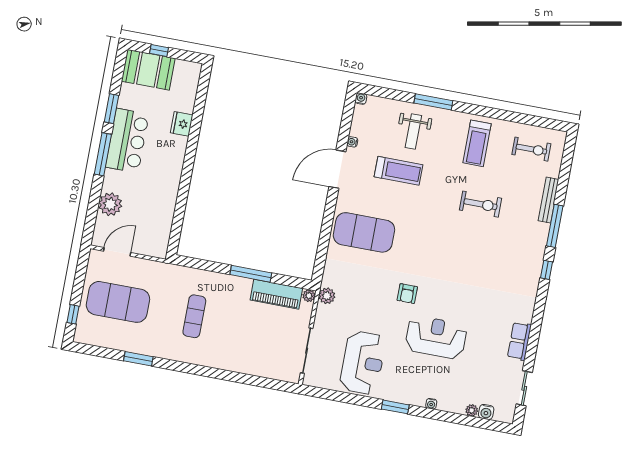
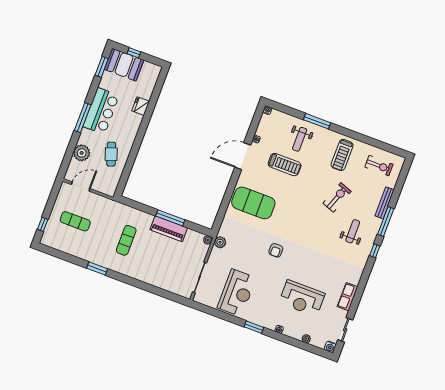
window: (111, 109) -> (102, 67), moved
cafe table: (152, 199) -> (111, 154), added
exercise bike: (480, 204) -> (337, 197), turned -70
weight bench: (511, 248) -> (353, 231), added
piano: (276, 294) -> (169, 229), moved
exercise mat: (118, 302) -> (75, 221), width x0.50, depth x0.69
reception desk: (436, 337) -> (302, 298), moved, turned 180
window: (138, 359) -> (97, 269), moved
water cooler: (486, 412) -> (330, 347), moved

